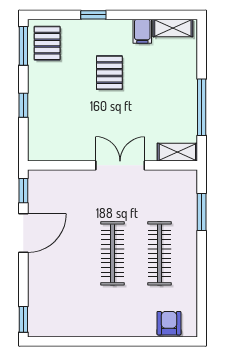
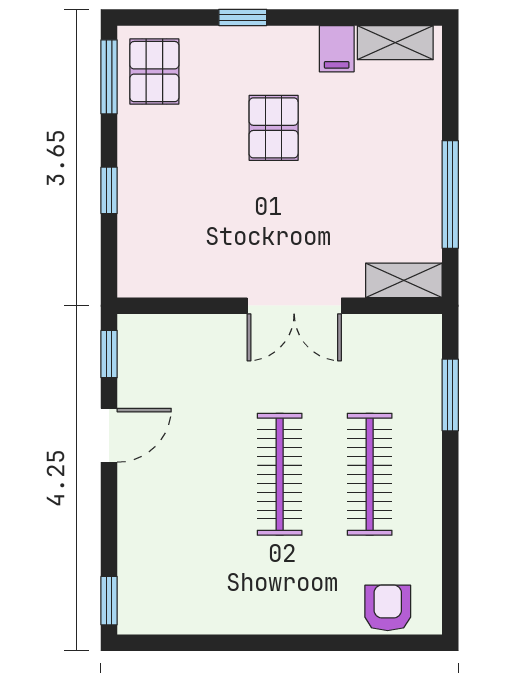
double door: (120, 165) -> (294, 306), swing flipped
door: (23, 233) -> (109, 435), width x0.73

